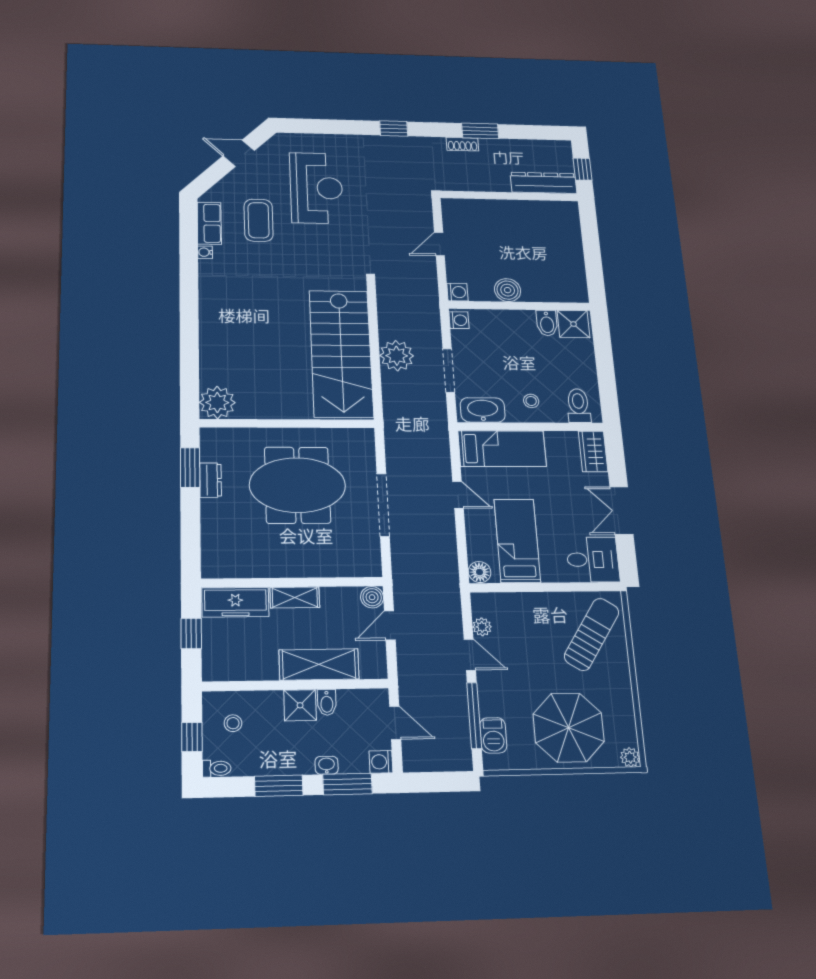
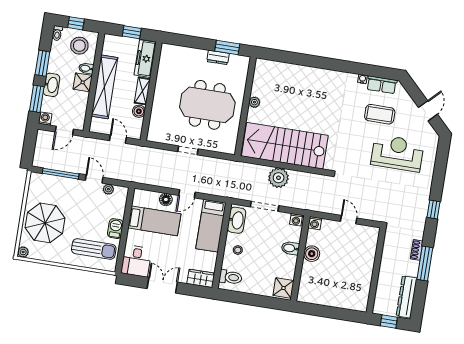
window: (480, 131) -> (425, 263), width x1.44
dresser: (544, 183) -> (407, 297), moved, turned 180
reception desk: (316, 188) -> (397, 153), turned 180
bidet: (547, 323) -> (290, 248), moved
plant: (217, 402) -> (254, 102), moved, width x0.53, depth x0.53
meeting table: (297, 485) -> (207, 105), turned 90
doorway: (383, 505) -> (188, 150), width x0.53
floor lamp: (480, 572) -> (166, 199), moved
boiler: (372, 597) -> (139, 111), moved
sun lounger: (592, 634) -> (94, 249), turned -33
door: (470, 655) -> (94, 179), swing flipped
shelving: (319, 664) -> (105, 87), width x1.47
bidet: (327, 702) -> (86, 68), moved
stool: (233, 723) -> (79, 46), width x1.89, depth x1.89
barbecue: (493, 735) -> (115, 229), moved, turned 90
washbasin: (327, 765) -> (51, 85), width x1.91, depth x1.45

